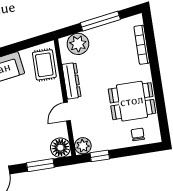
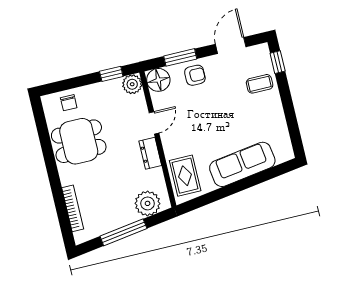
dresser: (71, 81) -> (150, 153), width x0.70
armchair: (29, 149) -> (195, 75), added

